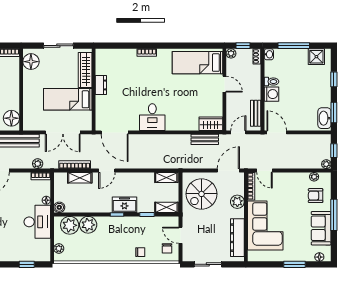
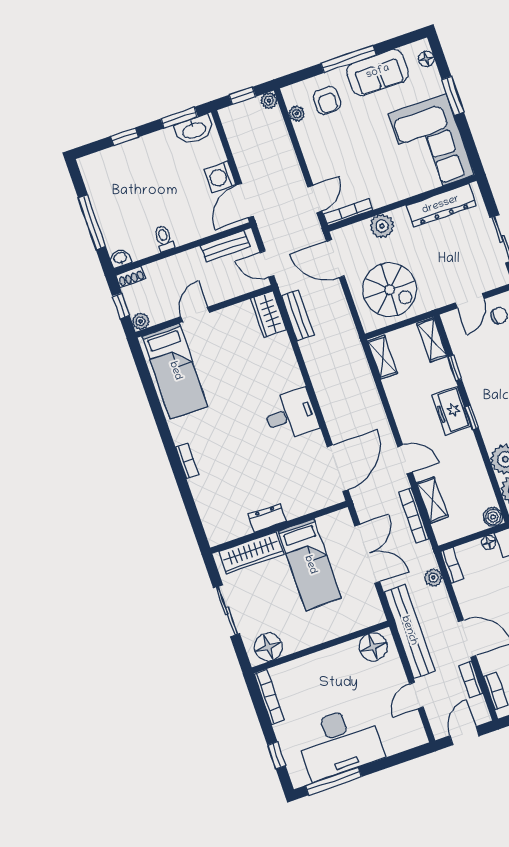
shower: (316, 57) -> (97, 178), removed
washing machine: (272, 94) -> (220, 177), moved, turned -90
corner sofa: (265, 226) -> (431, 144), moved, turned -90

